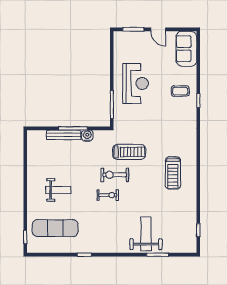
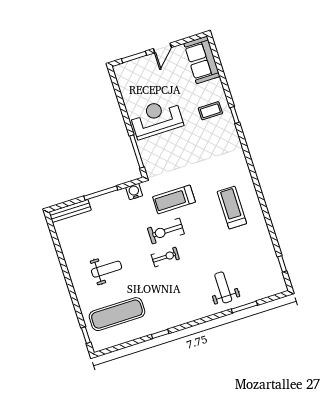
door: (158, 29) -> (162, 48), hinge flipped
reception desk: (136, 83) -> (156, 118), turned -90
bench: (64, 135) -> (70, 211), moved
water cooler: (87, 136) -> (134, 192), moved
treadmill: (129, 152) -> (174, 199), turned 180
treadmill: (173, 173) -> (232, 208), turned 180
weight bench: (146, 234) -> (223, 287), width x0.73, depth x0.75

